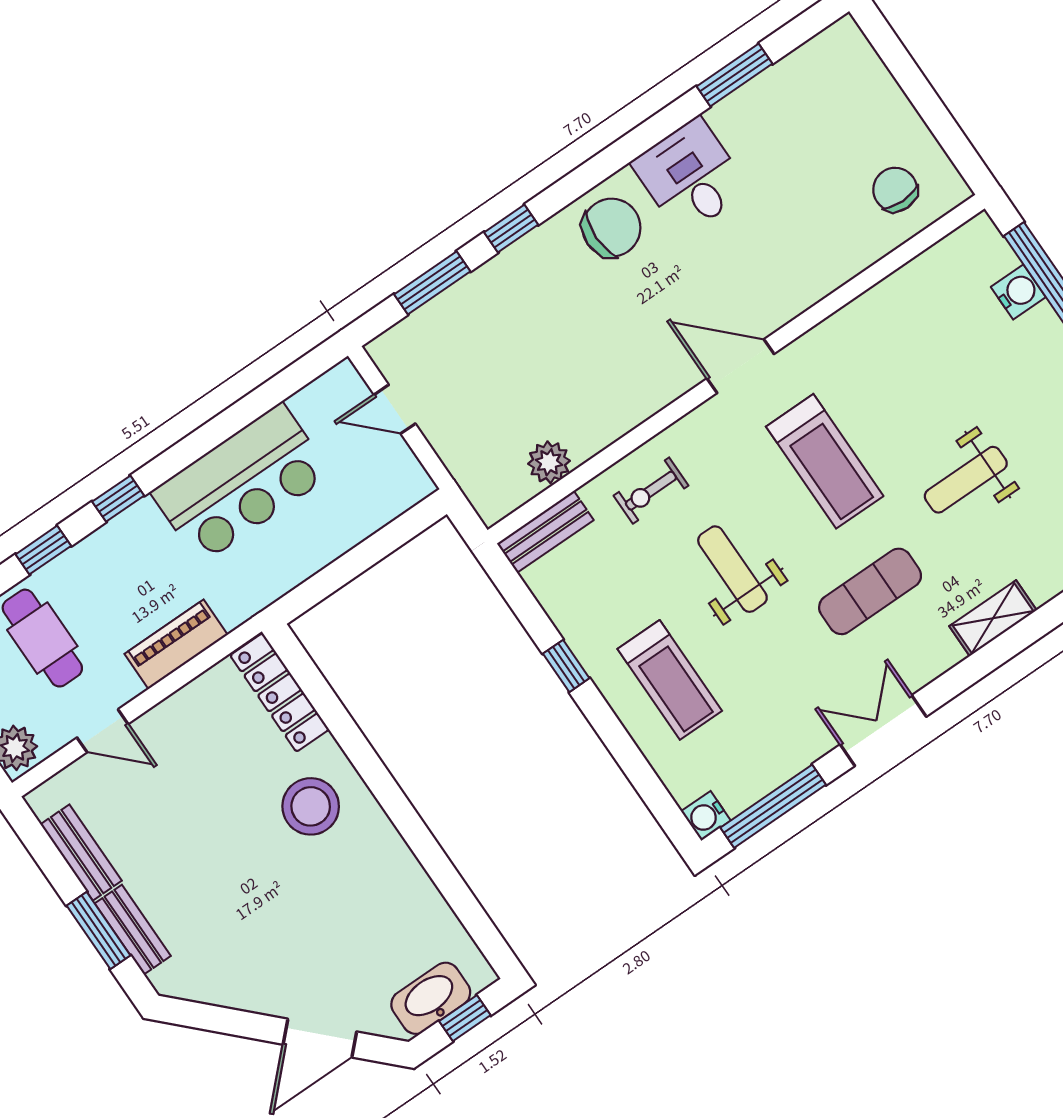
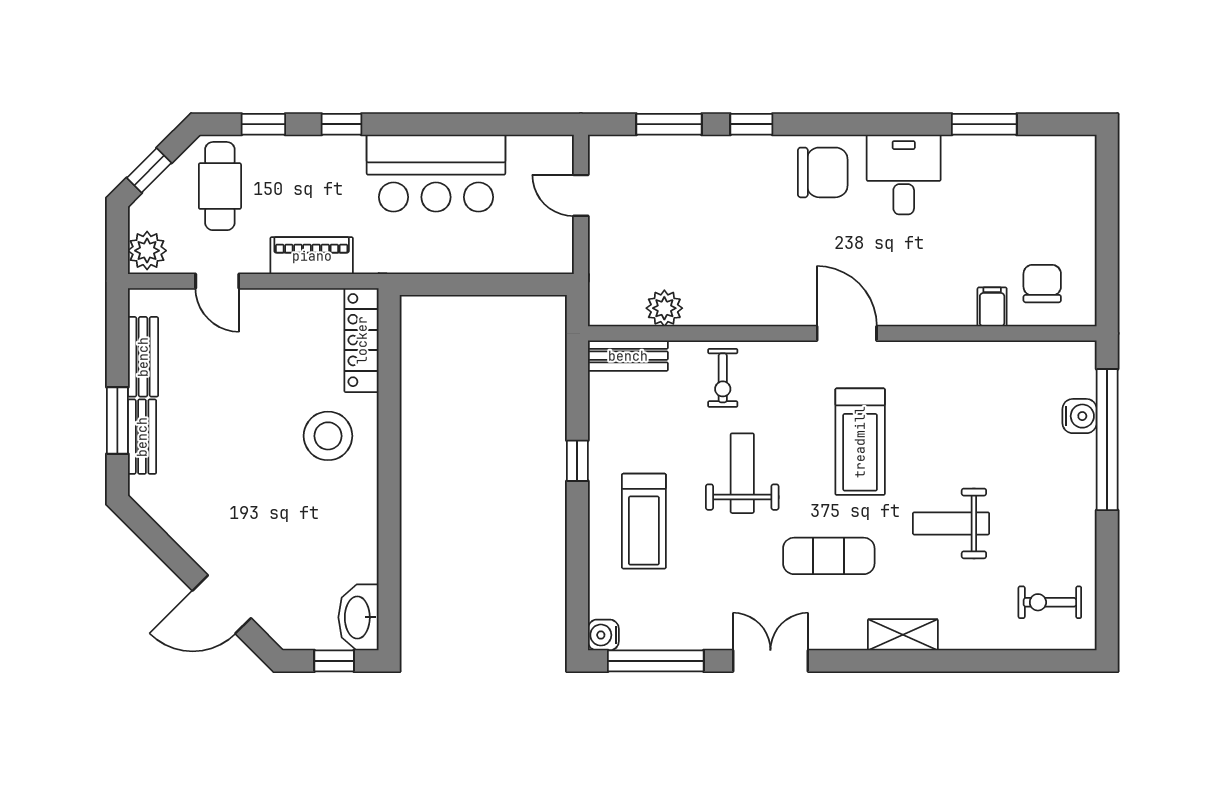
filing cabinet: (862, 245) -> (992, 307), added
exercise bike: (651, 491) -> (723, 378), turned -90
washbasin: (431, 998) -> (359, 617), moved, turned -90

